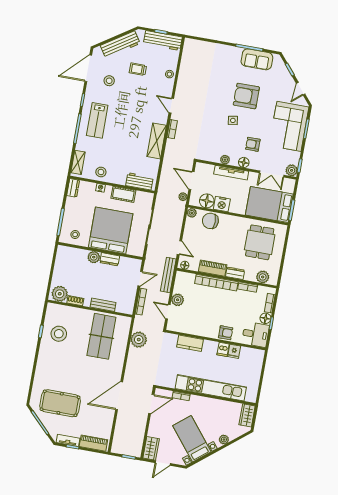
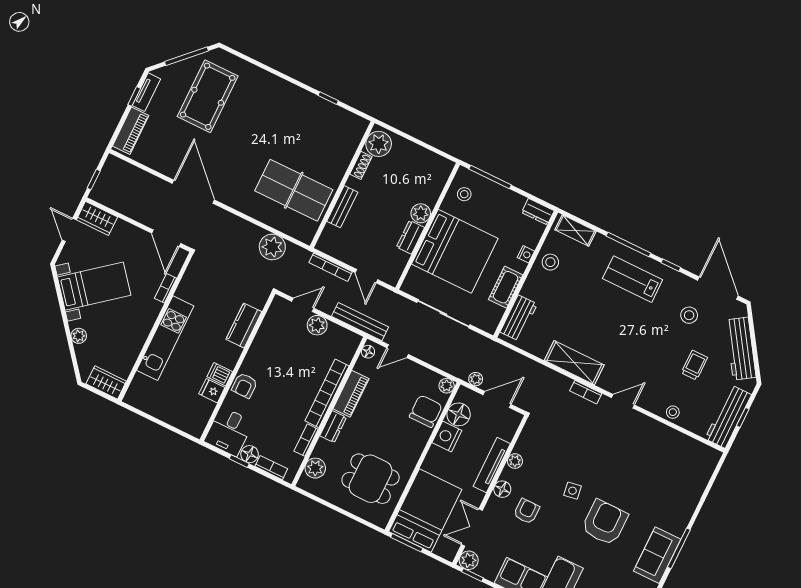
stool: (59, 334) -> (317, 125), removed
kitchen unit: (211, 388) -> (165, 338), width x0.73

